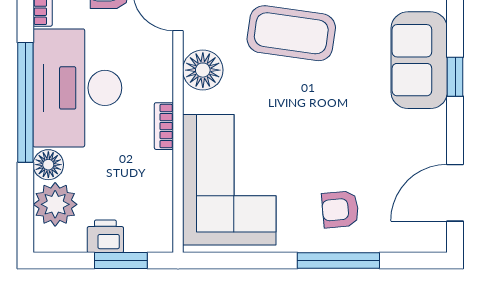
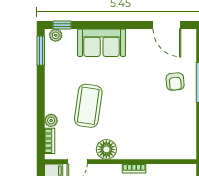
window: (455, 77) -> (110, 25), removed
corner sofa: (229, 180) -> (161, 136), removed

